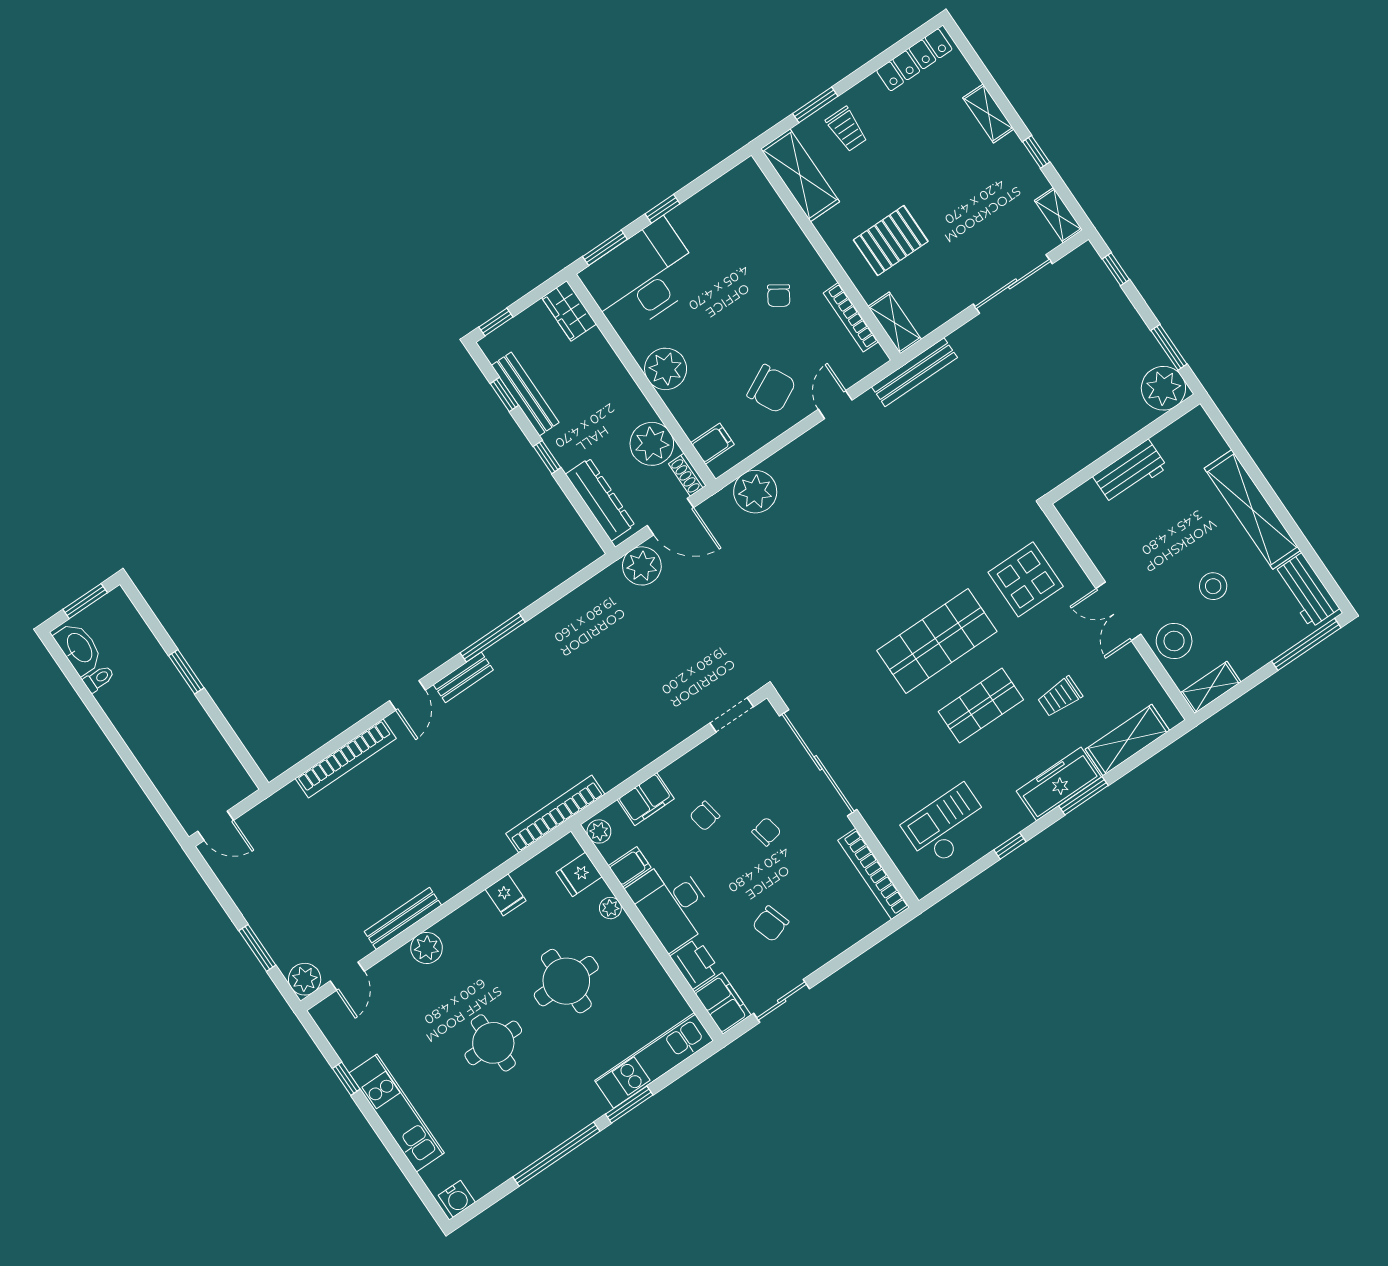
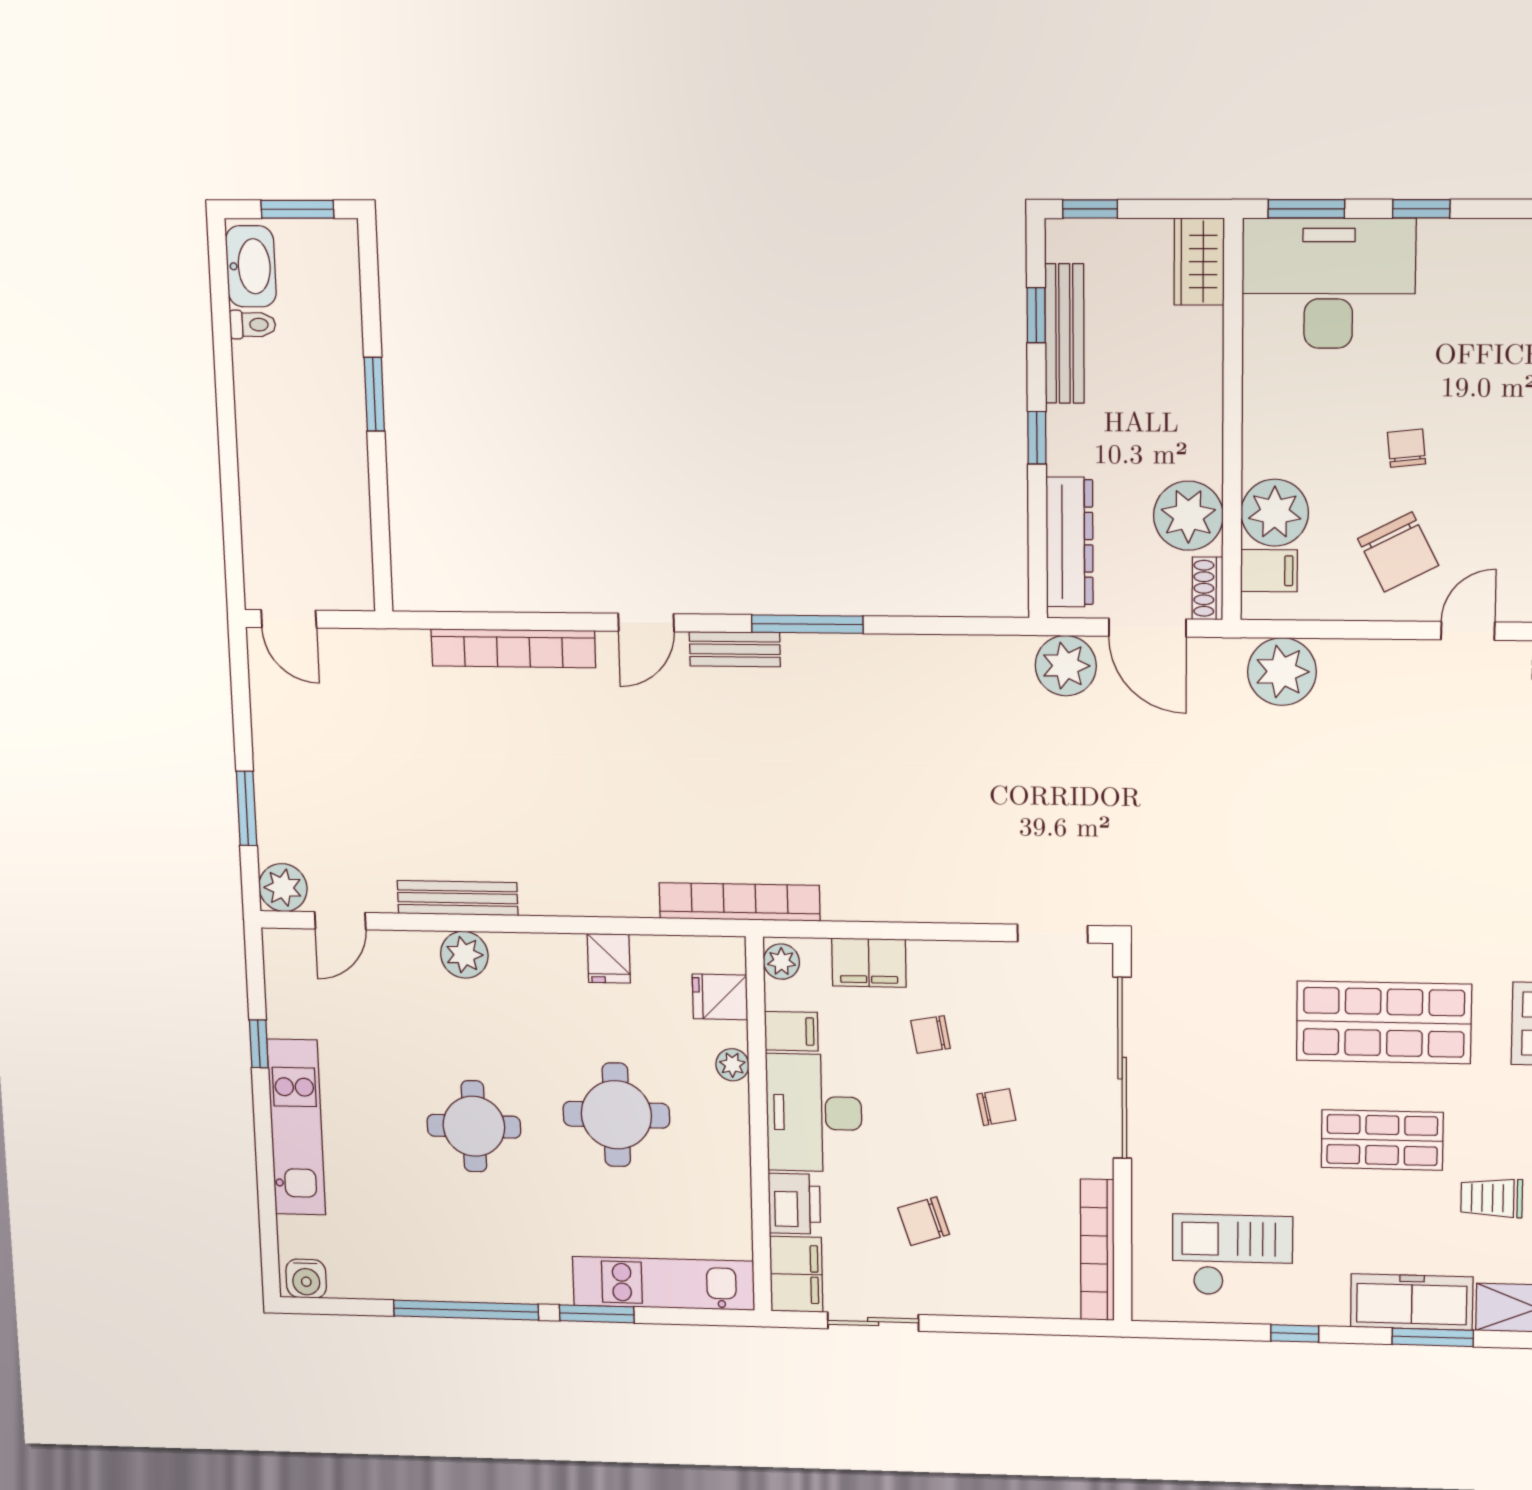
chair: (779, 296) -> (1406, 448), moved, turned 141
plant: (666, 369) -> (1275, 513), moved

